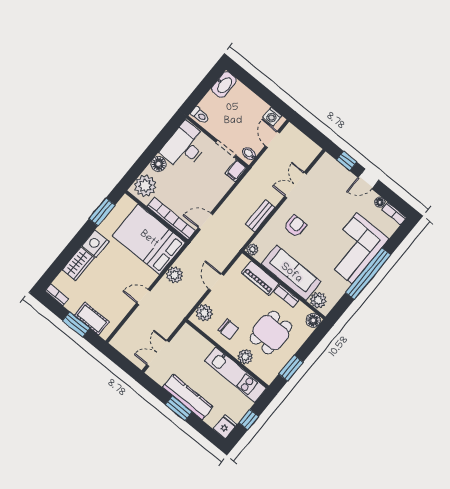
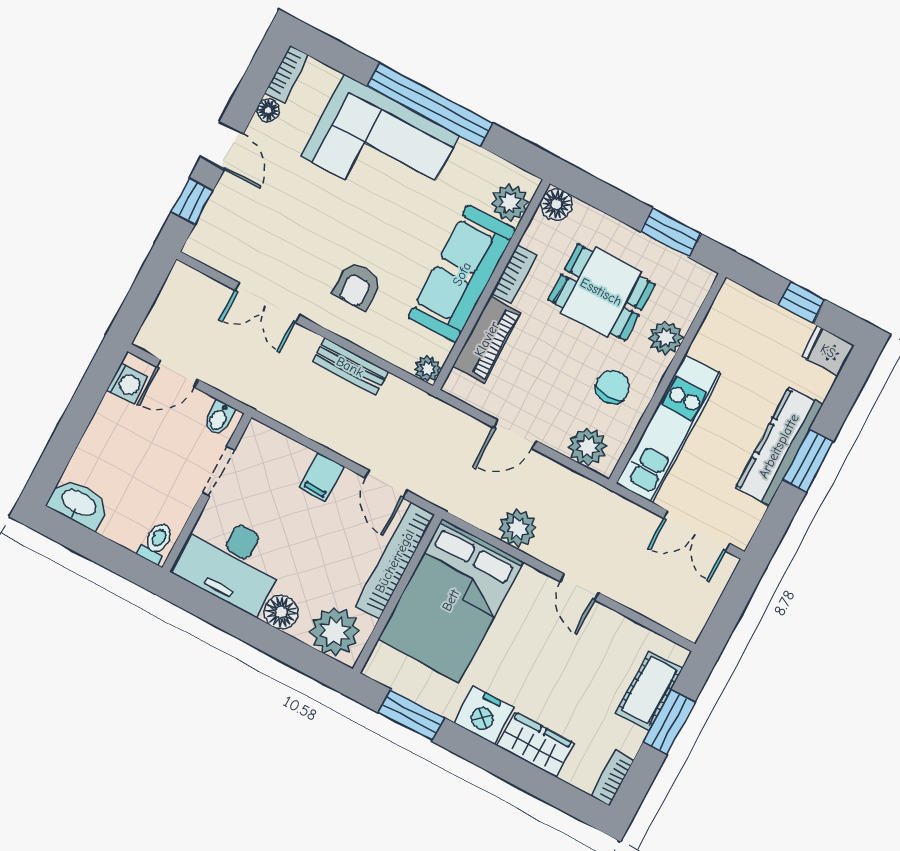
filing cabinet: (236, 171) -> (322, 477), moved, turned 90
armchair: (295, 226) -> (357, 285), turned -90
kitchen unit: (235, 375) -> (669, 428), moved

